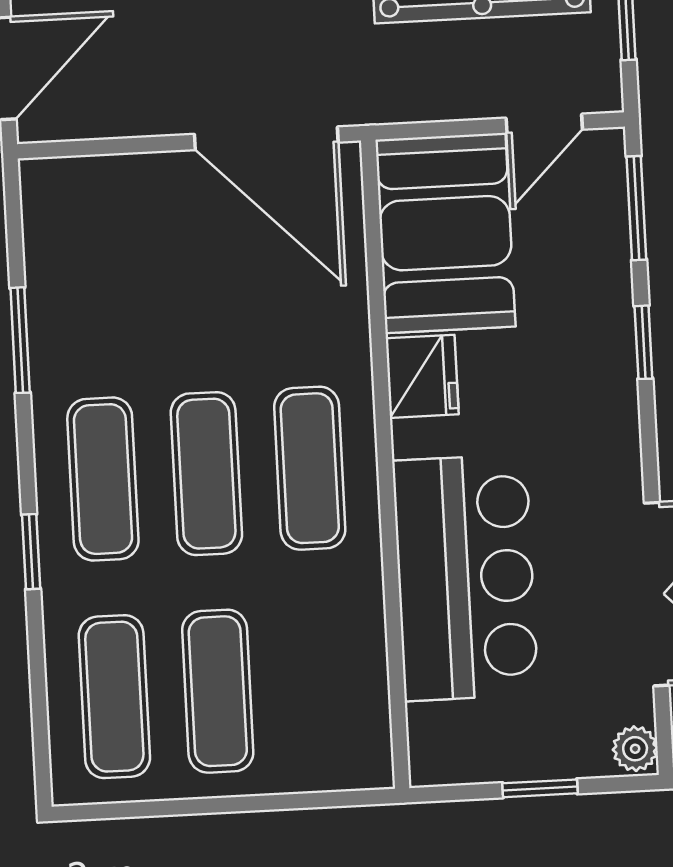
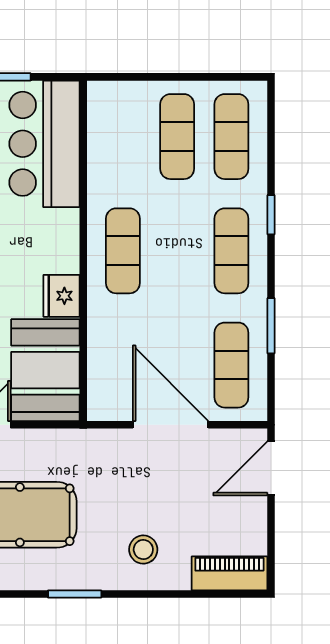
door: (266, 138) -> (171, 425), moved
exercise mat: (206, 474) -> (231, 365), moved
bar counter: (465, 578) -> (44, 144), moved

